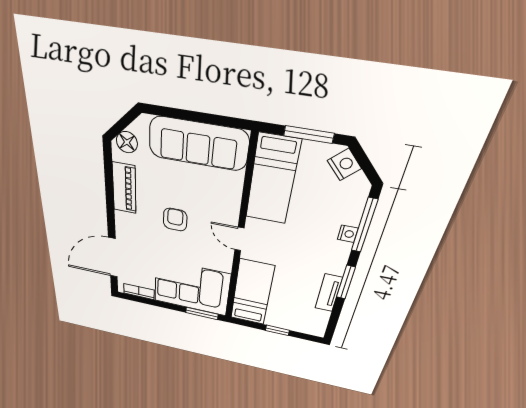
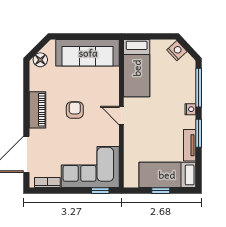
window: (309, 135) -> (153, 36), removed
piano: (124, 188) -> (37, 110), moved
nightstand: (348, 234) -> (190, 109), moved
bed: (252, 293) -> (167, 175), moved, turned -90
window: (202, 313) -> (100, 191), width x0.67

